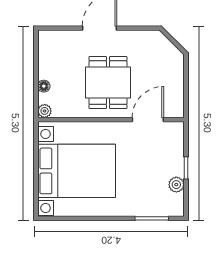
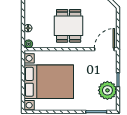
door: (148, 120) -> (104, 49), moved
plant: (176, 185) -> (107, 90), width x1.87, depth x1.87

